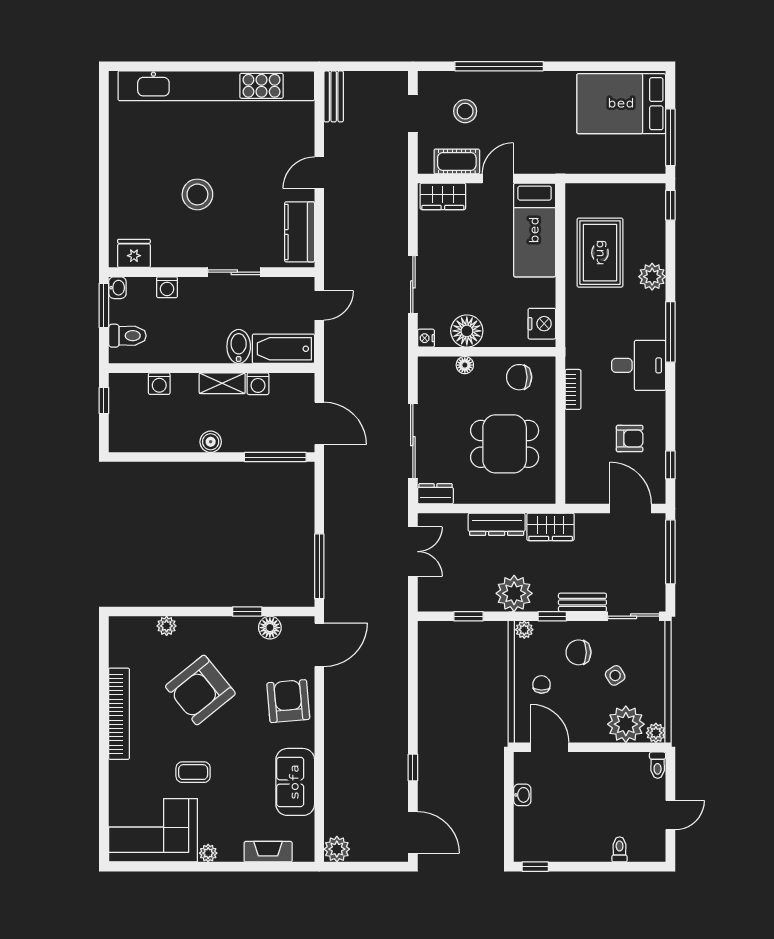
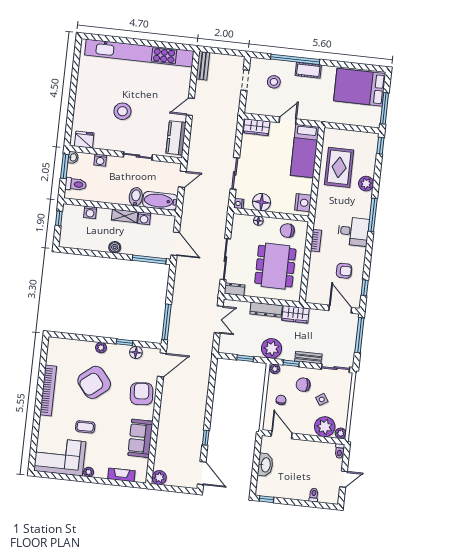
cot: (457, 161) -> (308, 70), moved
dining table: (505, 444) -> (275, 266), width x1.38
plant: (167, 626) -> (101, 348), moved
washbasin: (522, 795) -> (265, 465), width x1.91, depth x1.45

